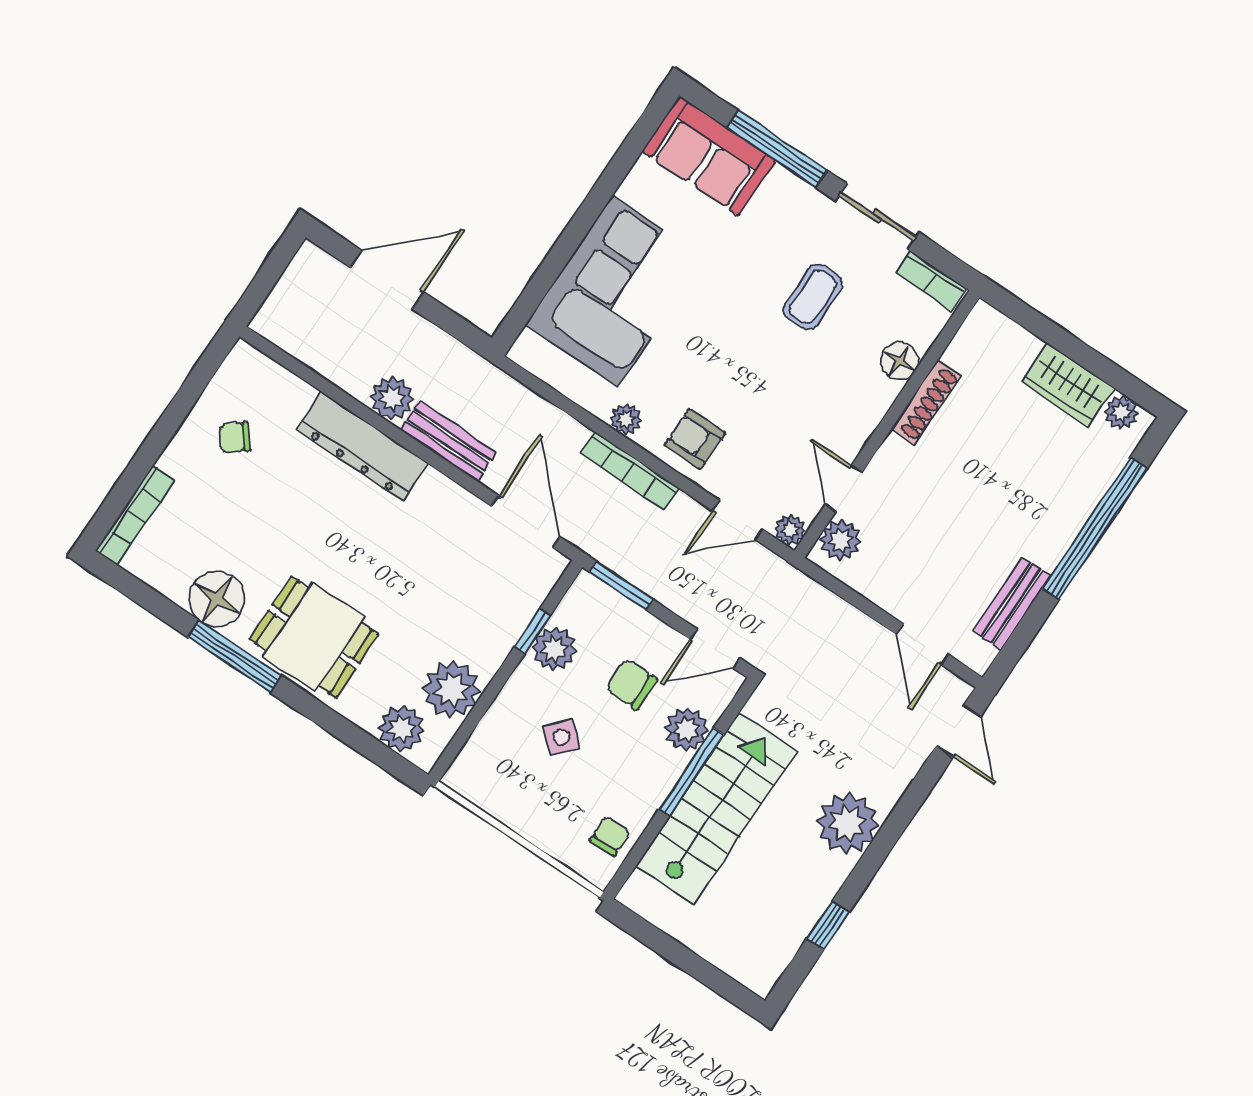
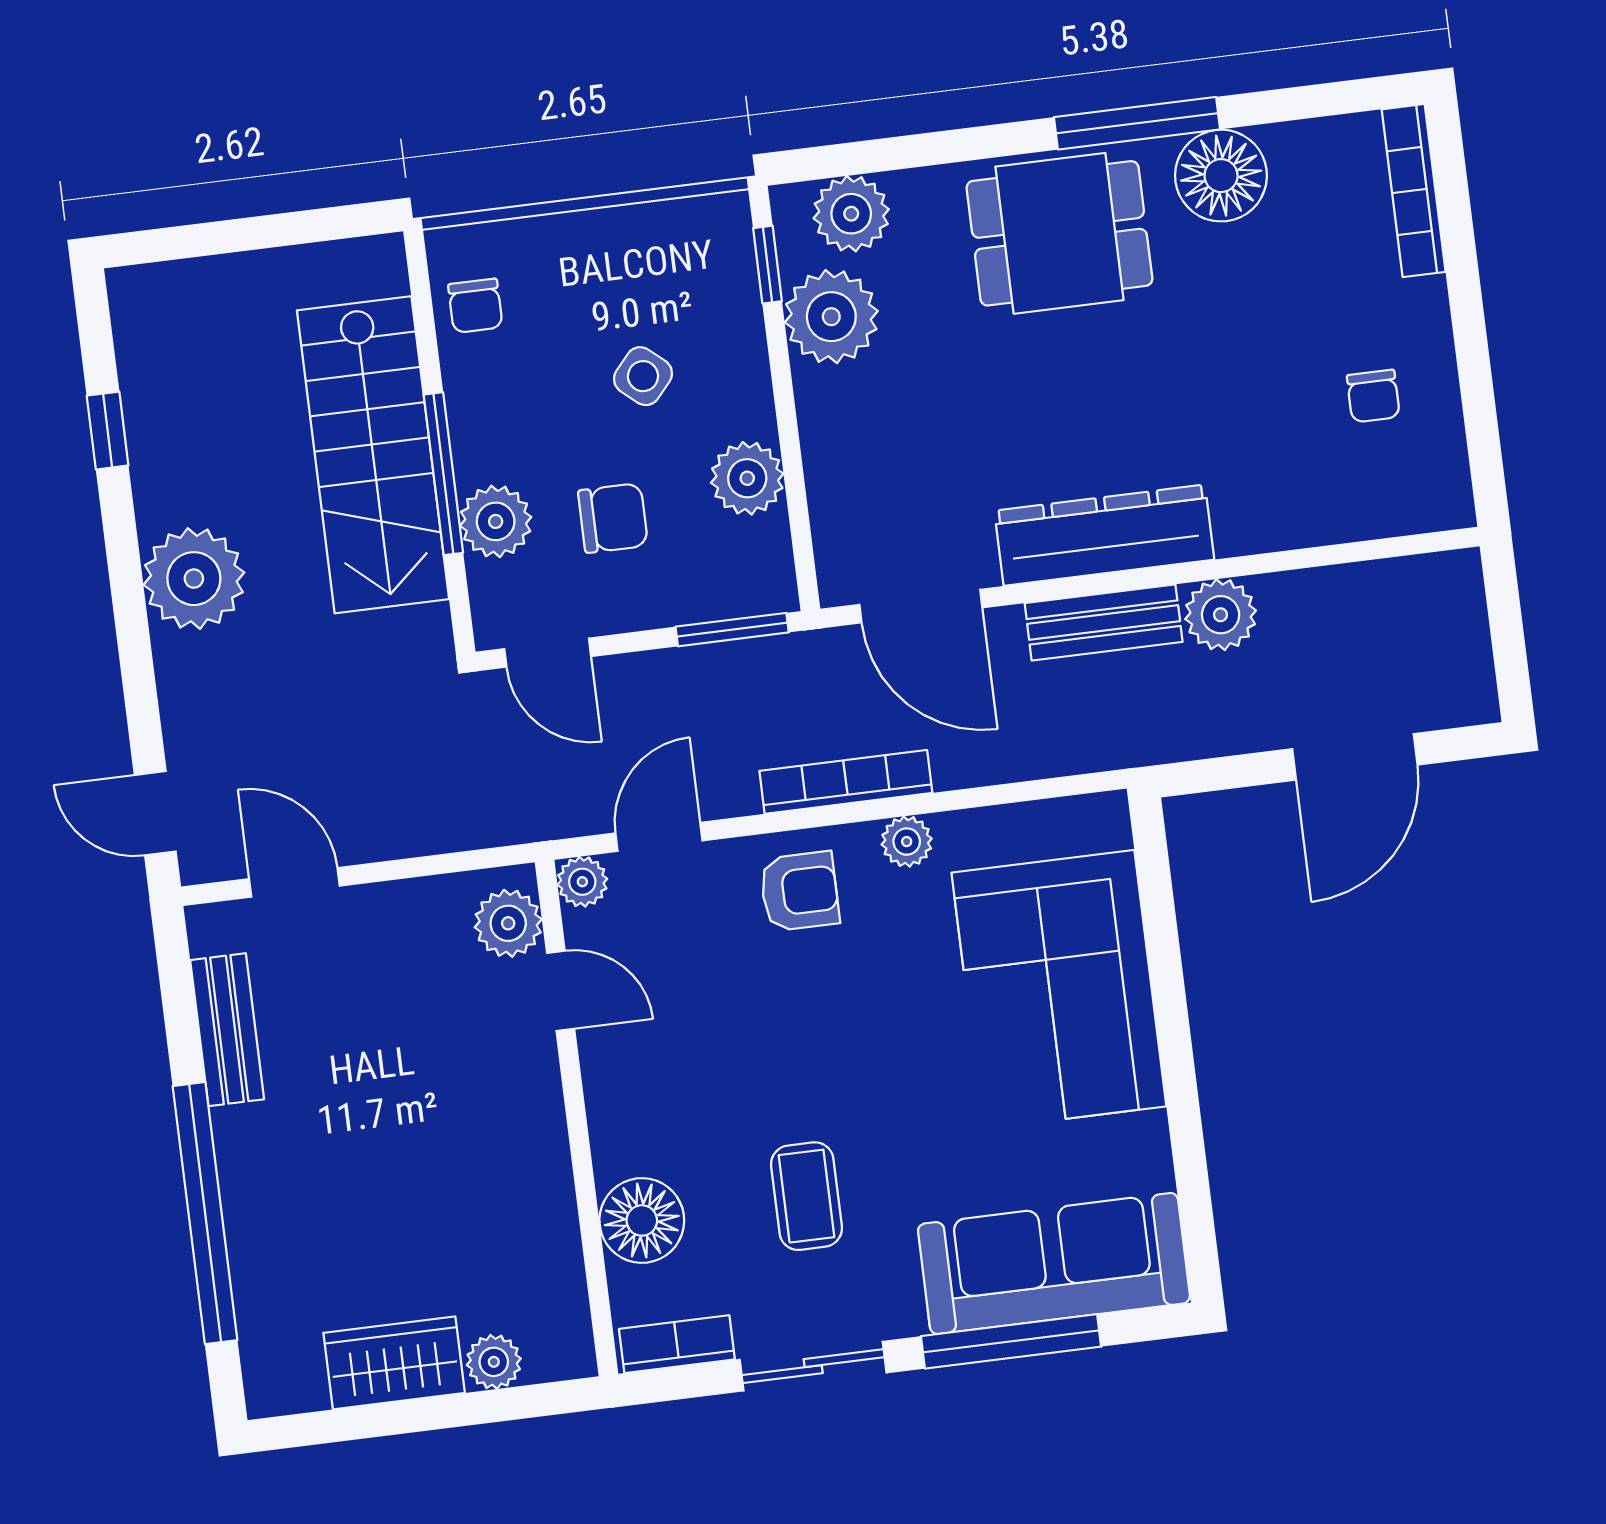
sofa: (709, 156) -> (1054, 1264), width x1.36
floor lamp: (900, 361) -> (642, 1220), width x1.38, depth x1.38
shoe rack: (926, 402) -> (551, 1188), removed
plant: (1121, 412) -> (494, 1362), moved
chair: (235, 438) -> (1373, 396), turned 129
dresser: (362, 446) -> (1104, 535), moved
window: (532, 631) -> (767, 265), moved
door: (715, 649) -> (548, 653), swing flipped

